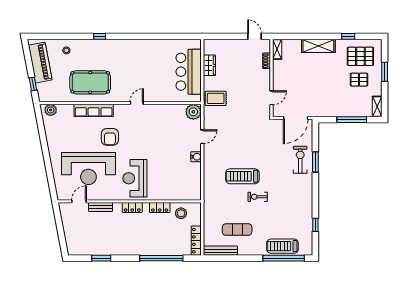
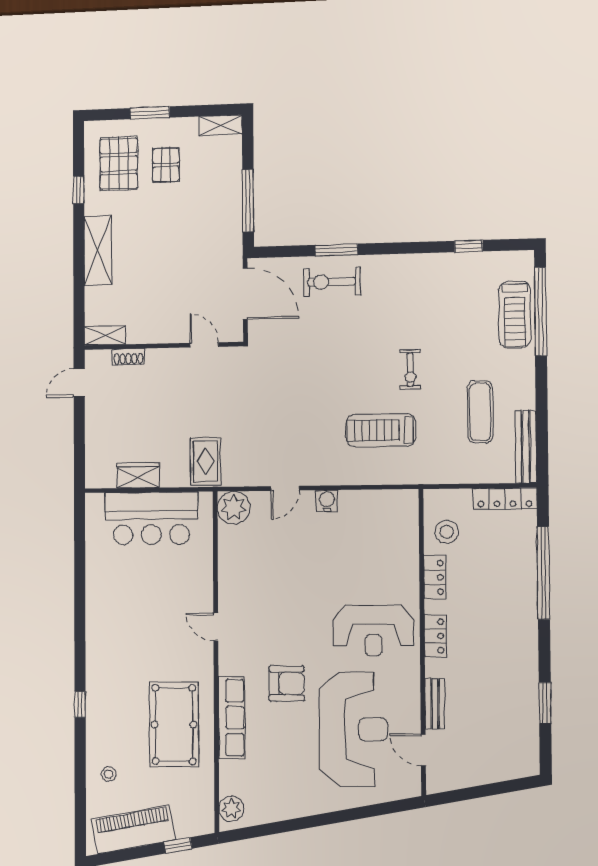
window: (352, 120) -> (248, 201), moved
door: (202, 137) -> (285, 488), swing flipped
treadmill: (242, 176) -> (381, 430), moved, turned 90

